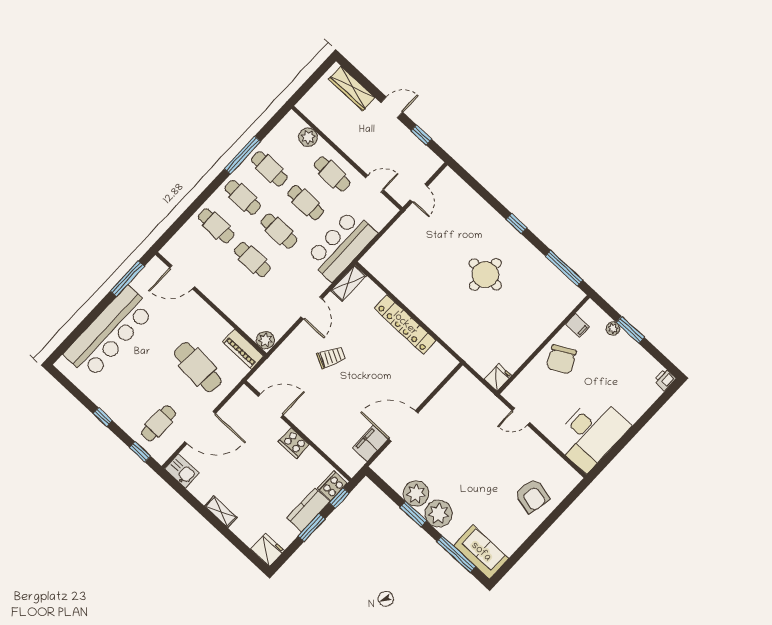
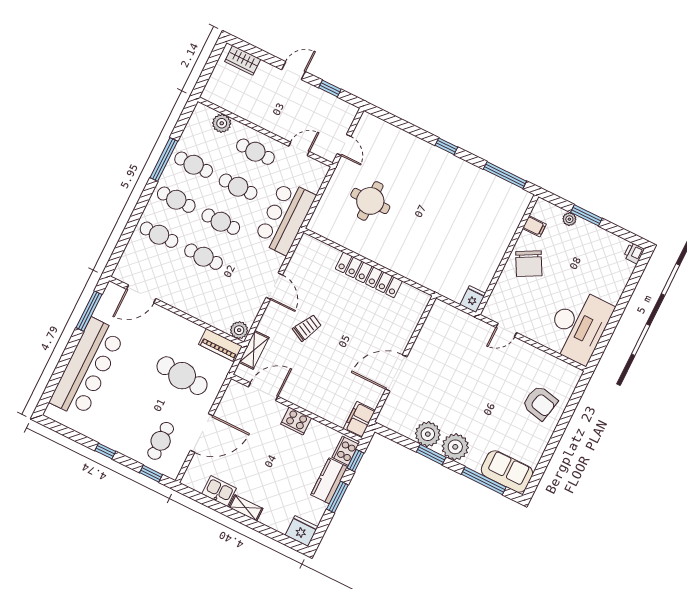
wardrobe: (352, 88) -> (243, 60), width x0.67
round table: (485, 274) -> (370, 201), moved
shelving: (349, 283) -> (254, 350), moved
filing cabinet: (370, 443) -> (359, 420), moved
kitchen sink: (182, 471) -> (219, 491), moved

